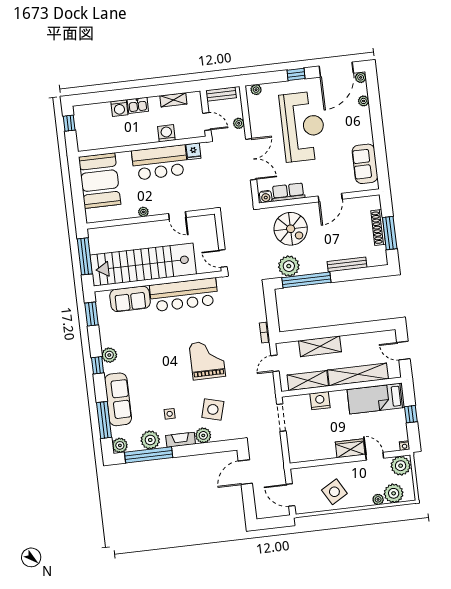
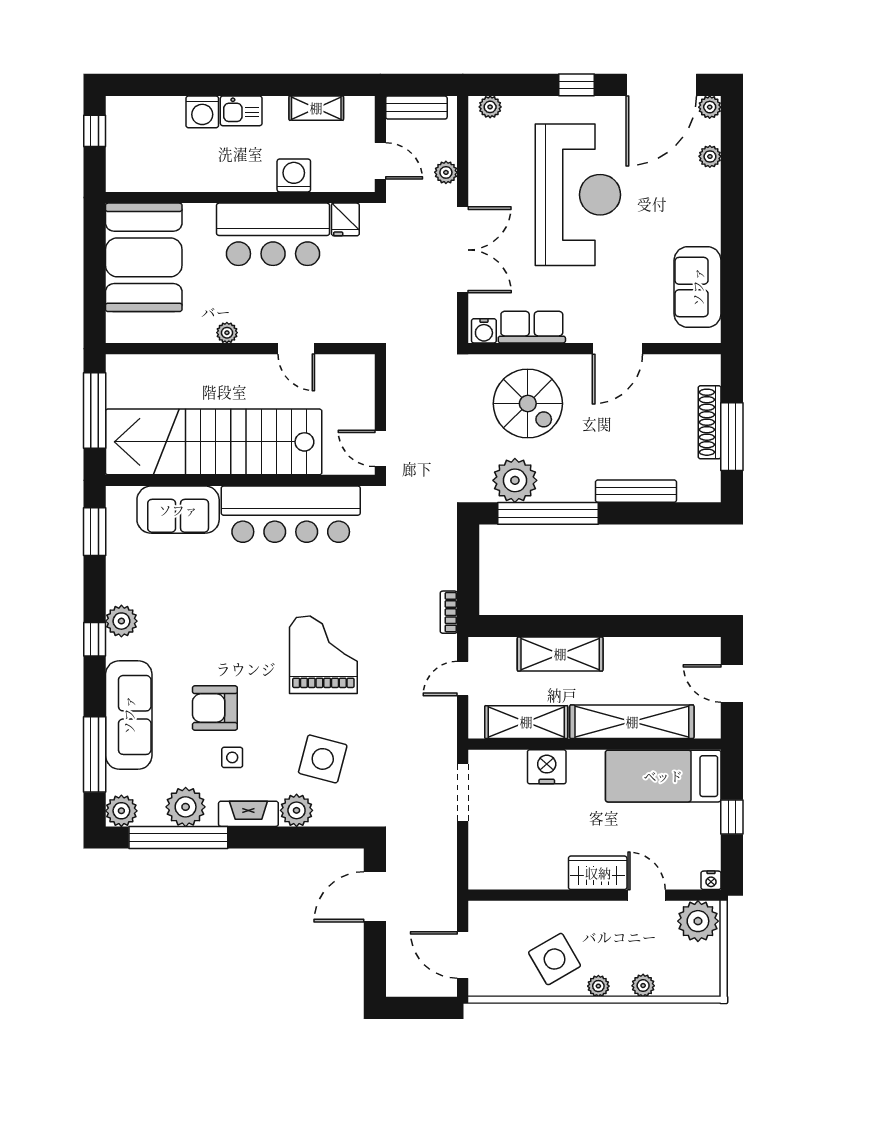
armchair: (159, 391) -> (215, 708), added
plant: (394, 493) -> (598, 986), moved, width x0.53, depth x0.53

